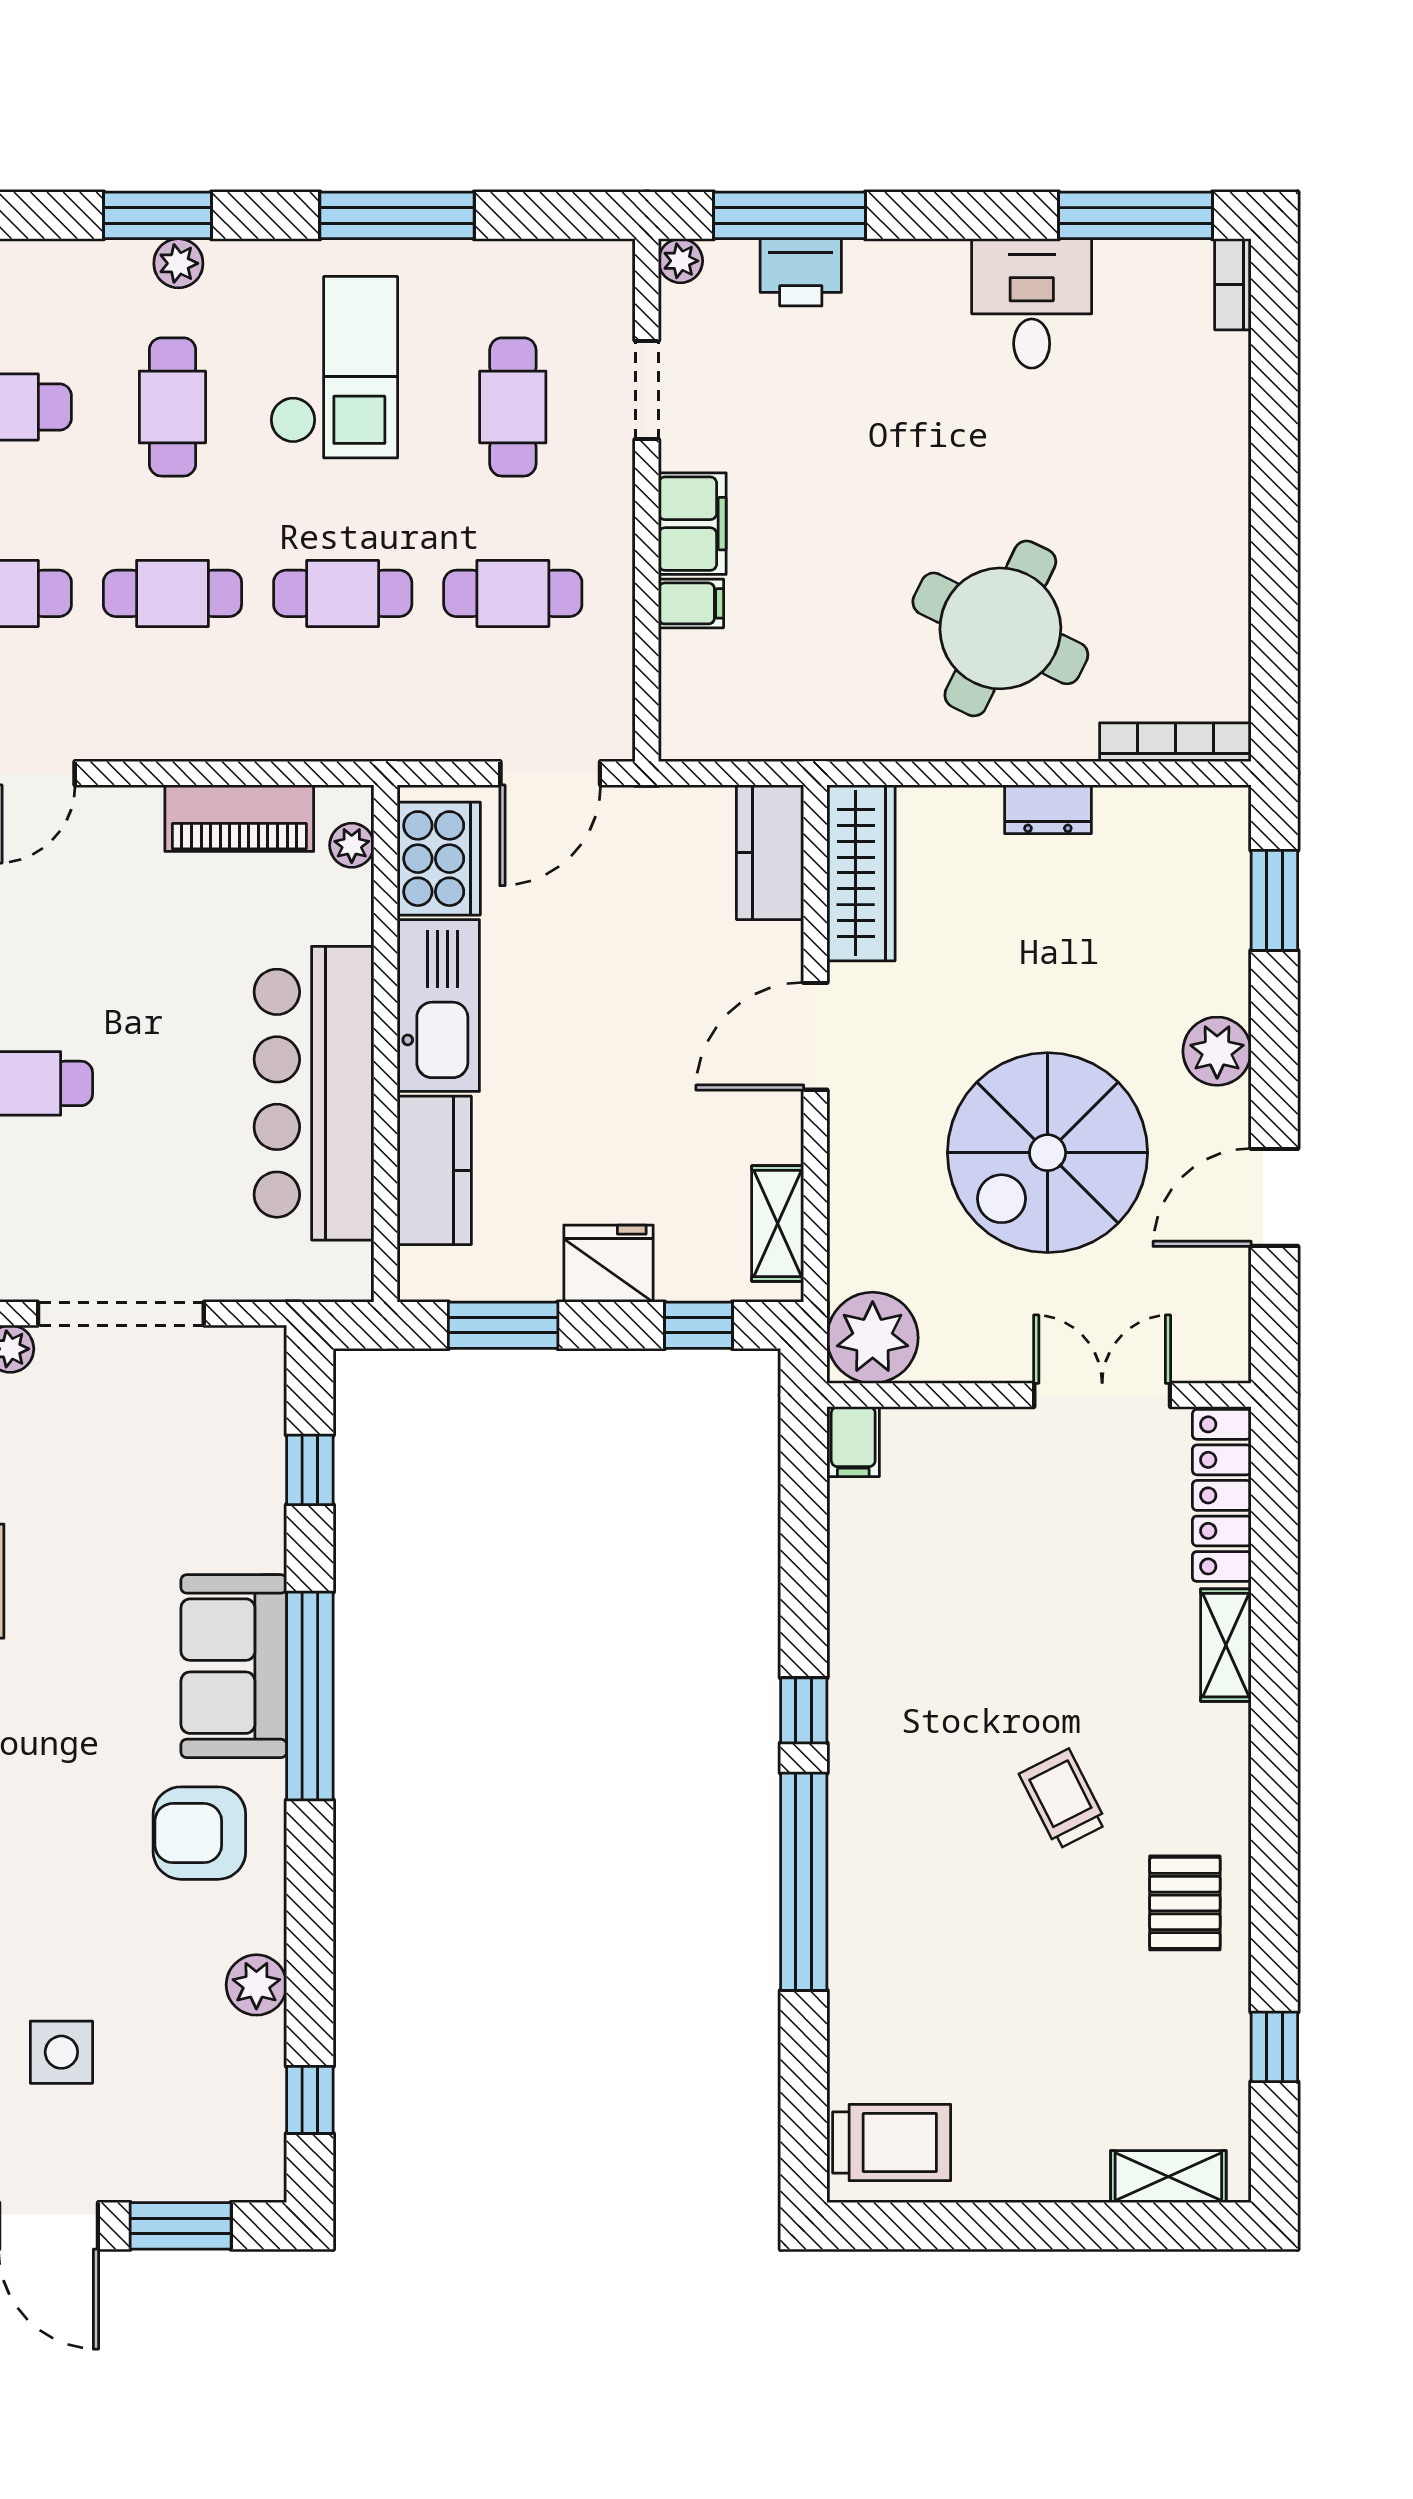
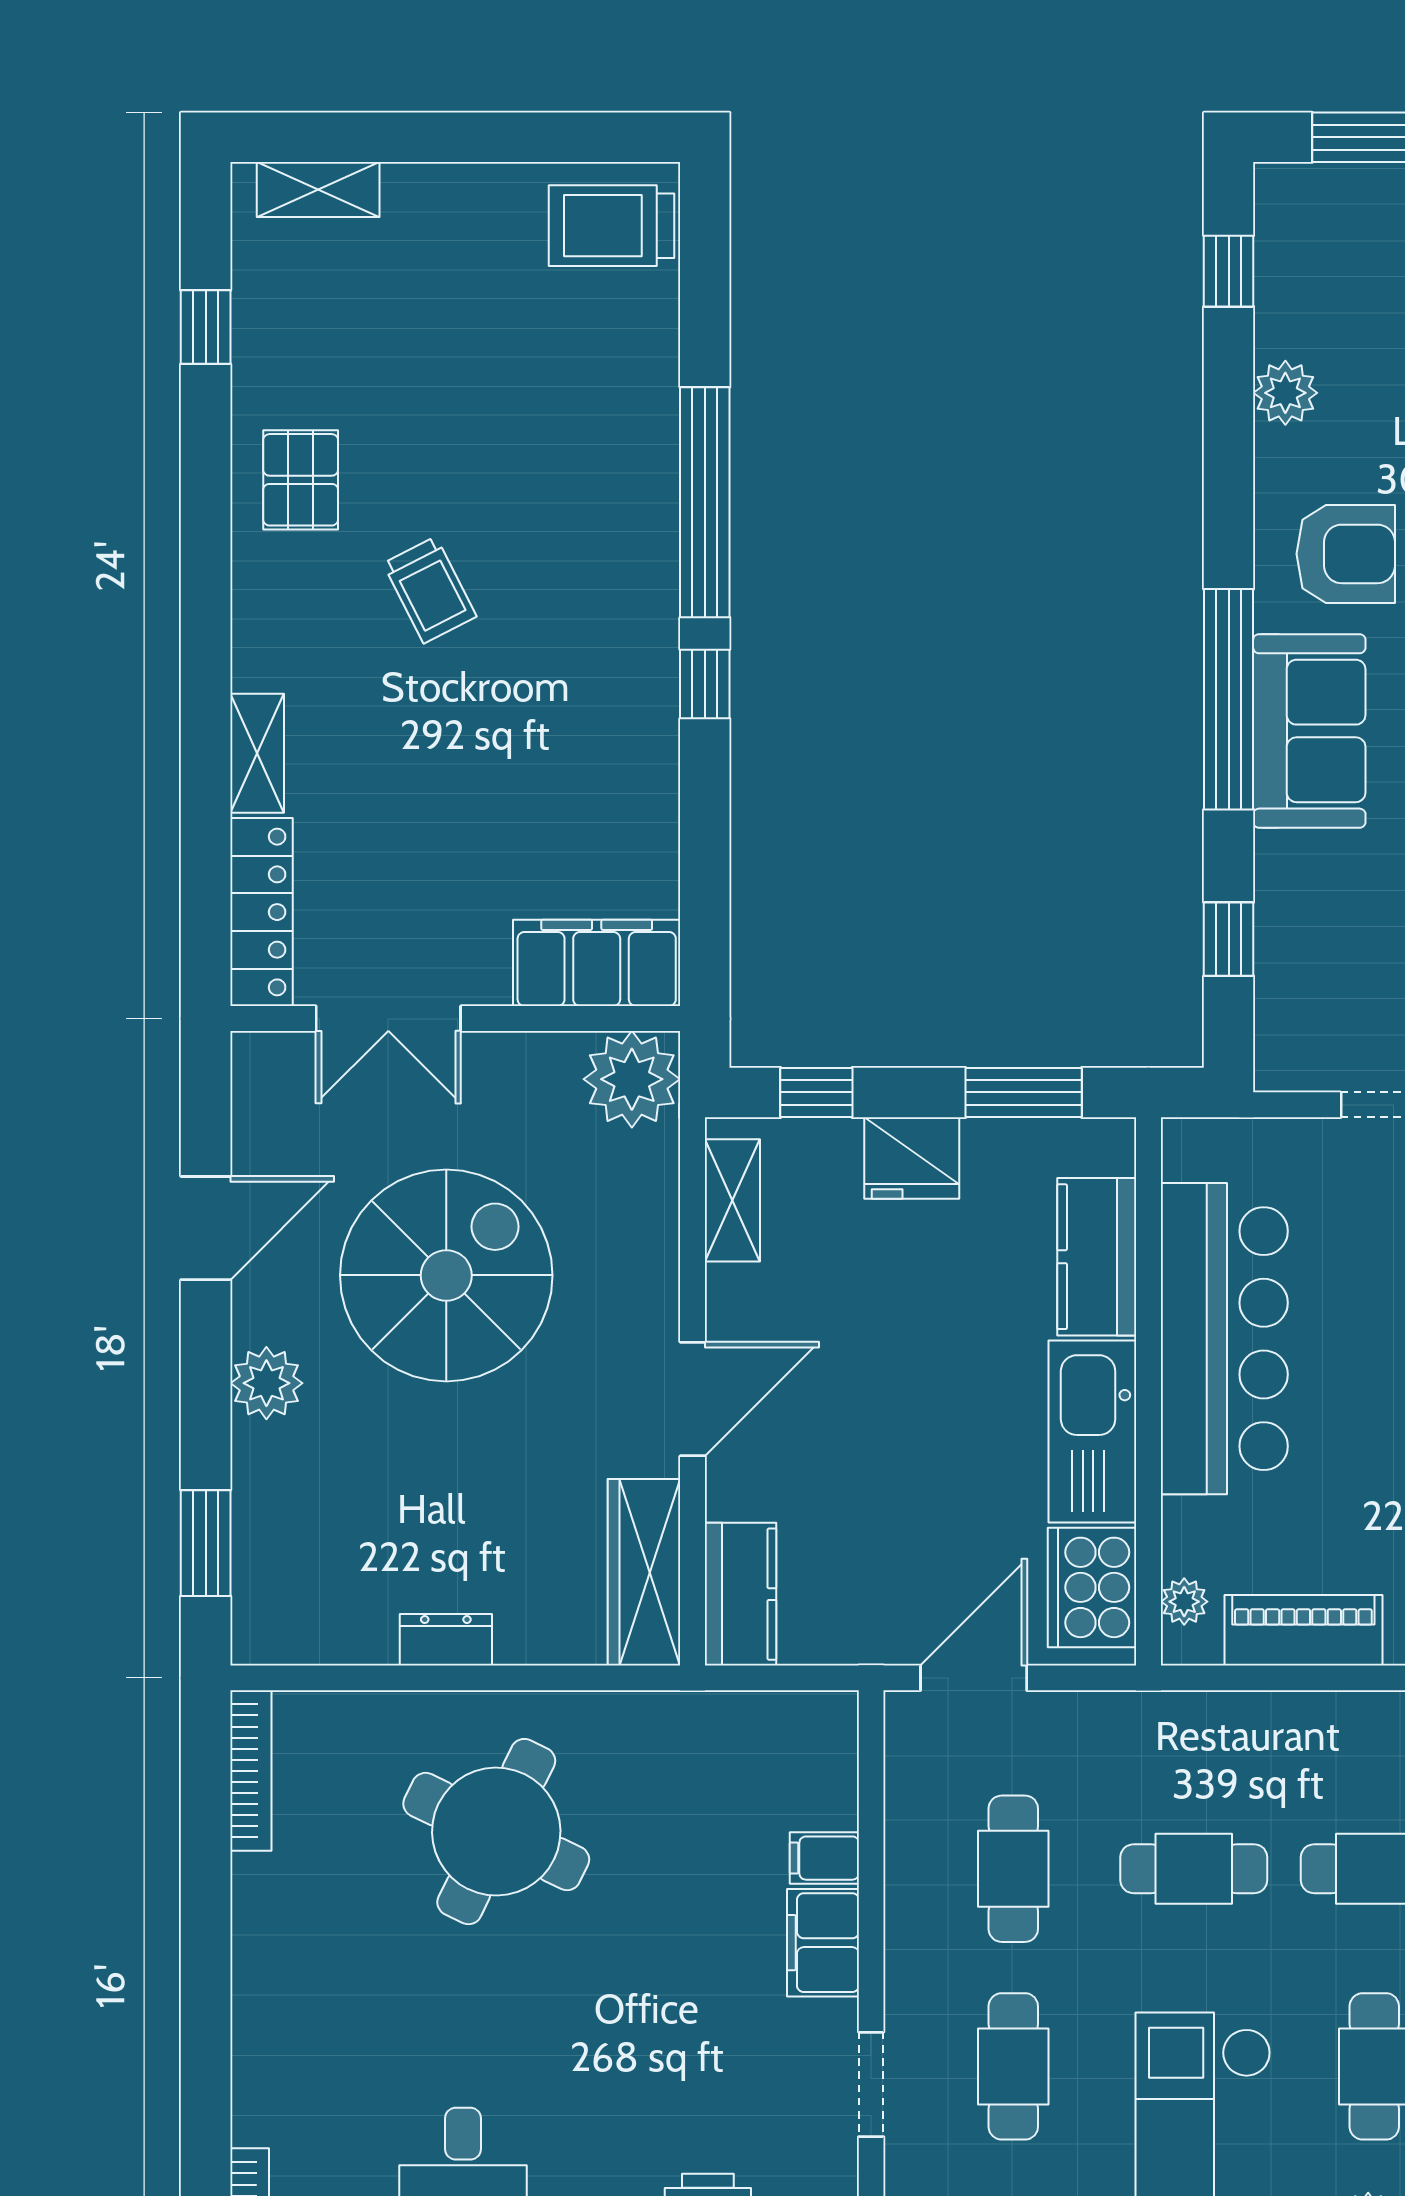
cafe table: (513, 593) -> (1013, 1869), turned 90
bookcase: (1175, 742) -> (251, 1771), moved, turned -90
filing cabinet: (853, 1442) -> (597, 963), width x3.00, depth x1.17

